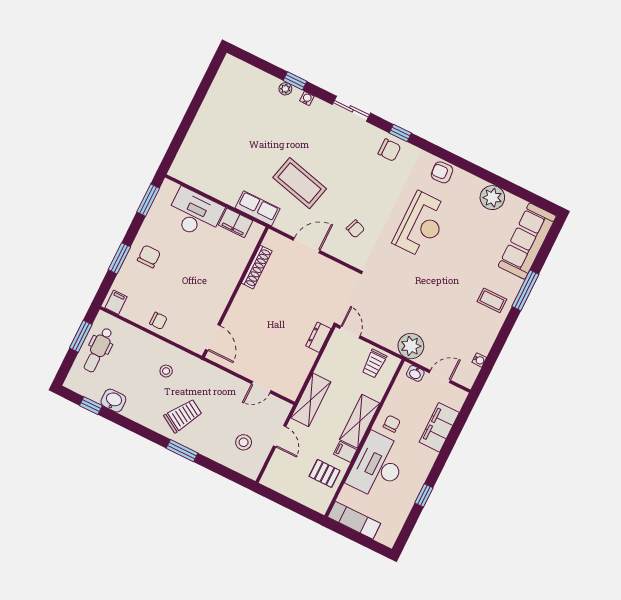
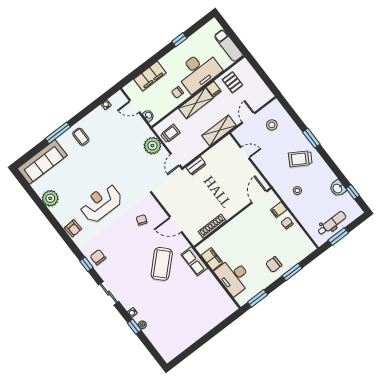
coffee table: (300, 183) -> (162, 264), turned 32
filing cabinet: (116, 302) -> (279, 210), moved
plant: (411, 346) -> (152, 146), moved

